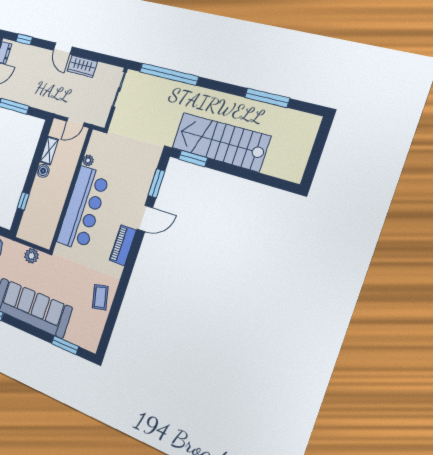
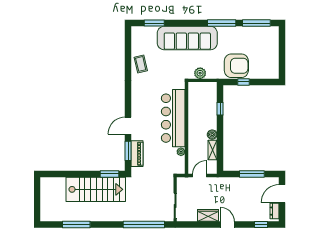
piano: (123, 245) -> (137, 154), moved

